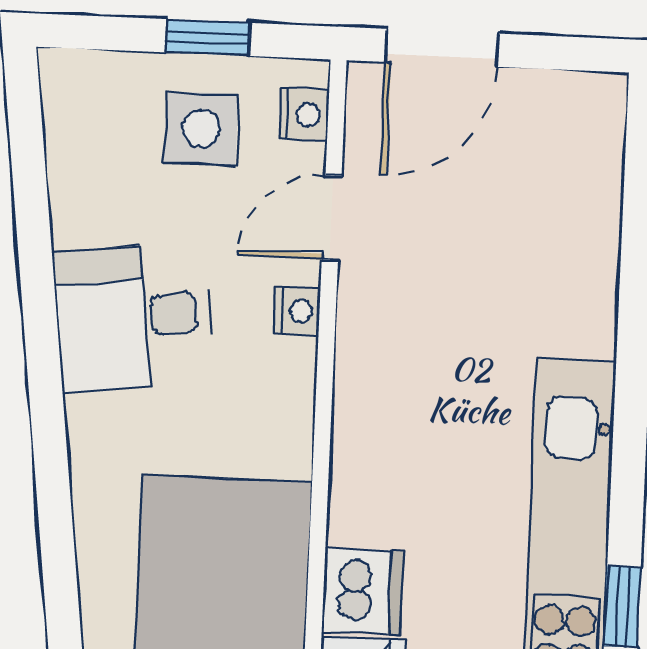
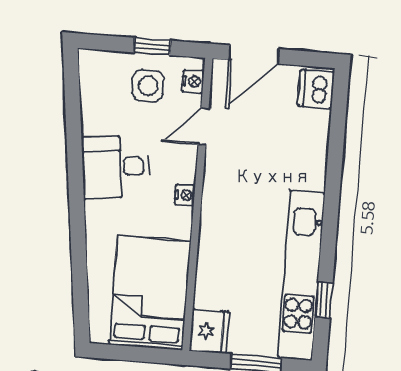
nightstand: (297, 311) -> (185, 195), moved
dishwasher: (363, 591) -> (316, 89), moved, turned 180

